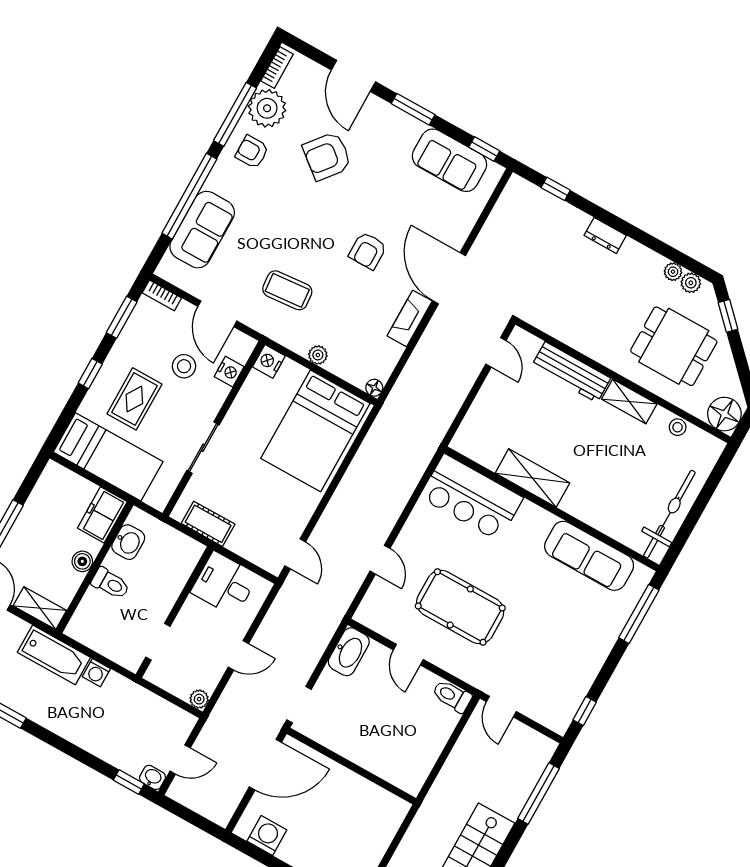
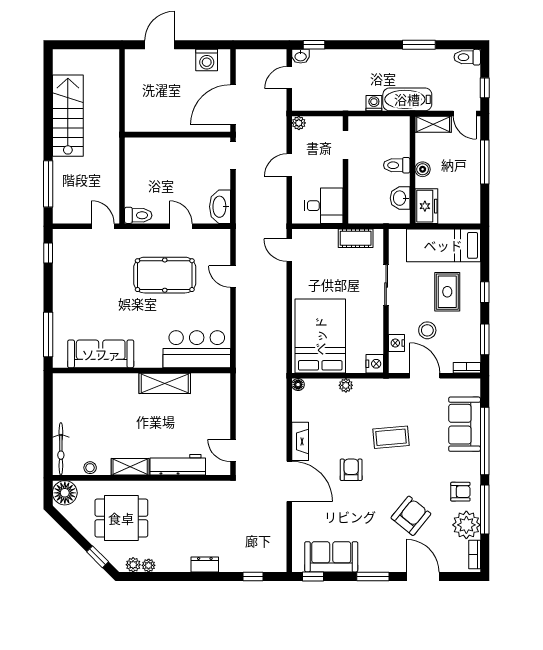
coffee table: (287, 290) -> (391, 437), moved
bicycle: (669, 514) -> (61, 449), moved, width x0.73, depth x0.71

